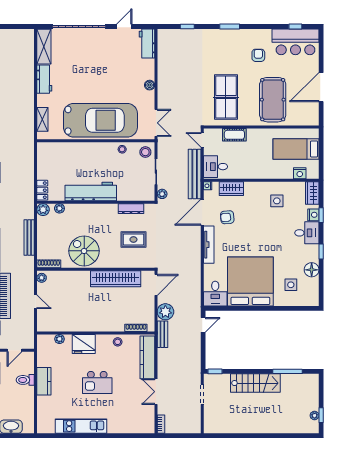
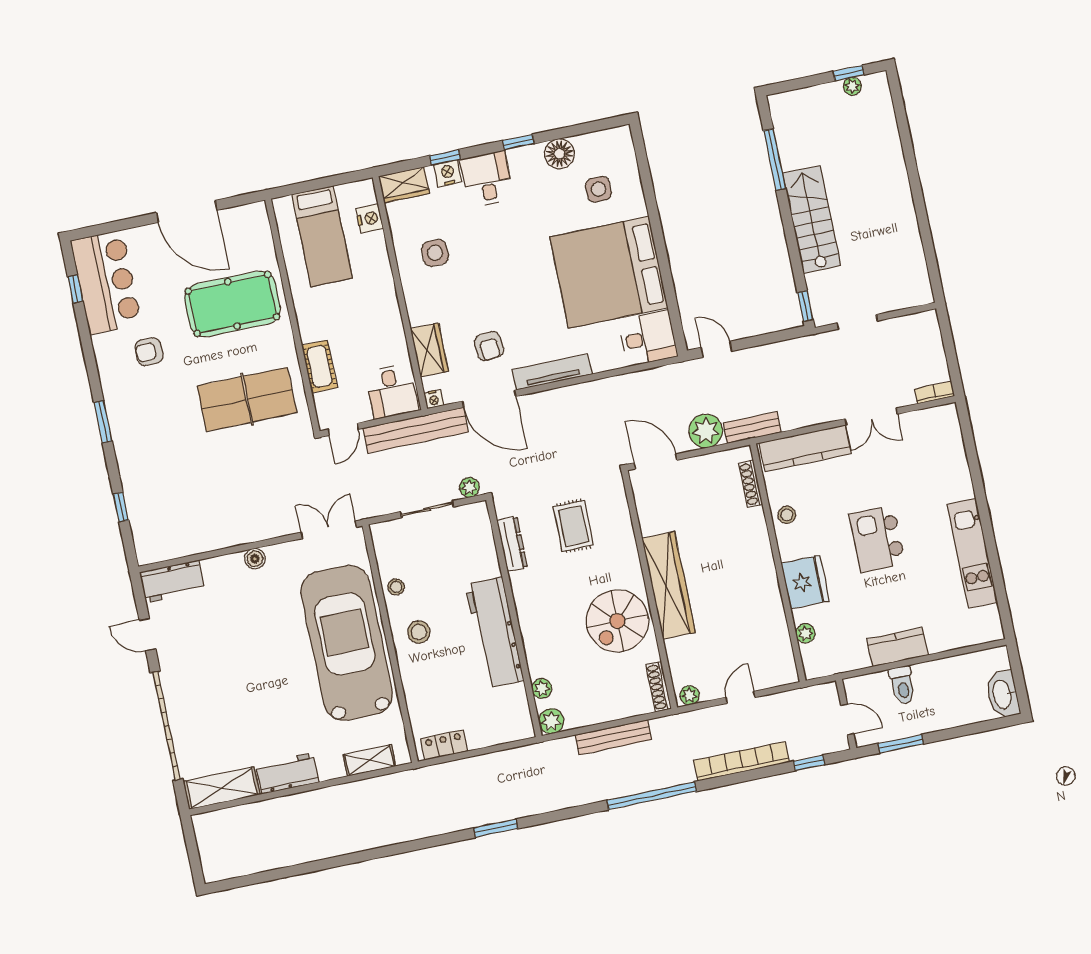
stool: (145, 152) -> (419, 632), moved
locker: (42, 190) -> (444, 745), moved
wardrobe: (116, 279) -> (669, 585), moved
kitchen island: (97, 382) -> (877, 539), turned 180

